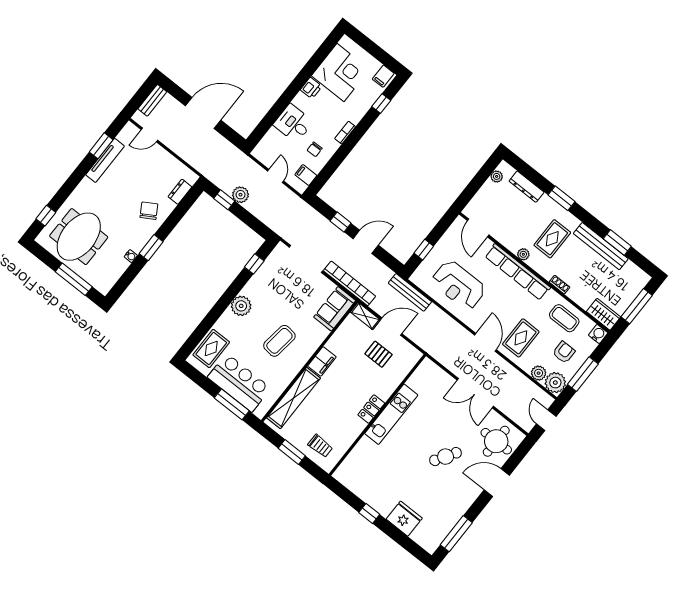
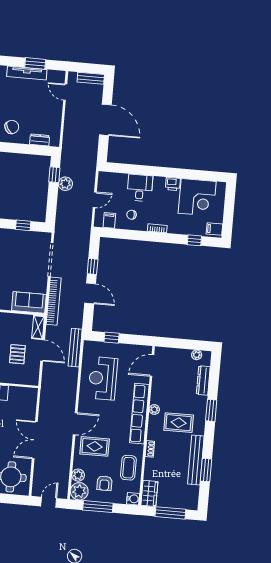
armchair: (564, 352) -> (104, 483), turned 90

